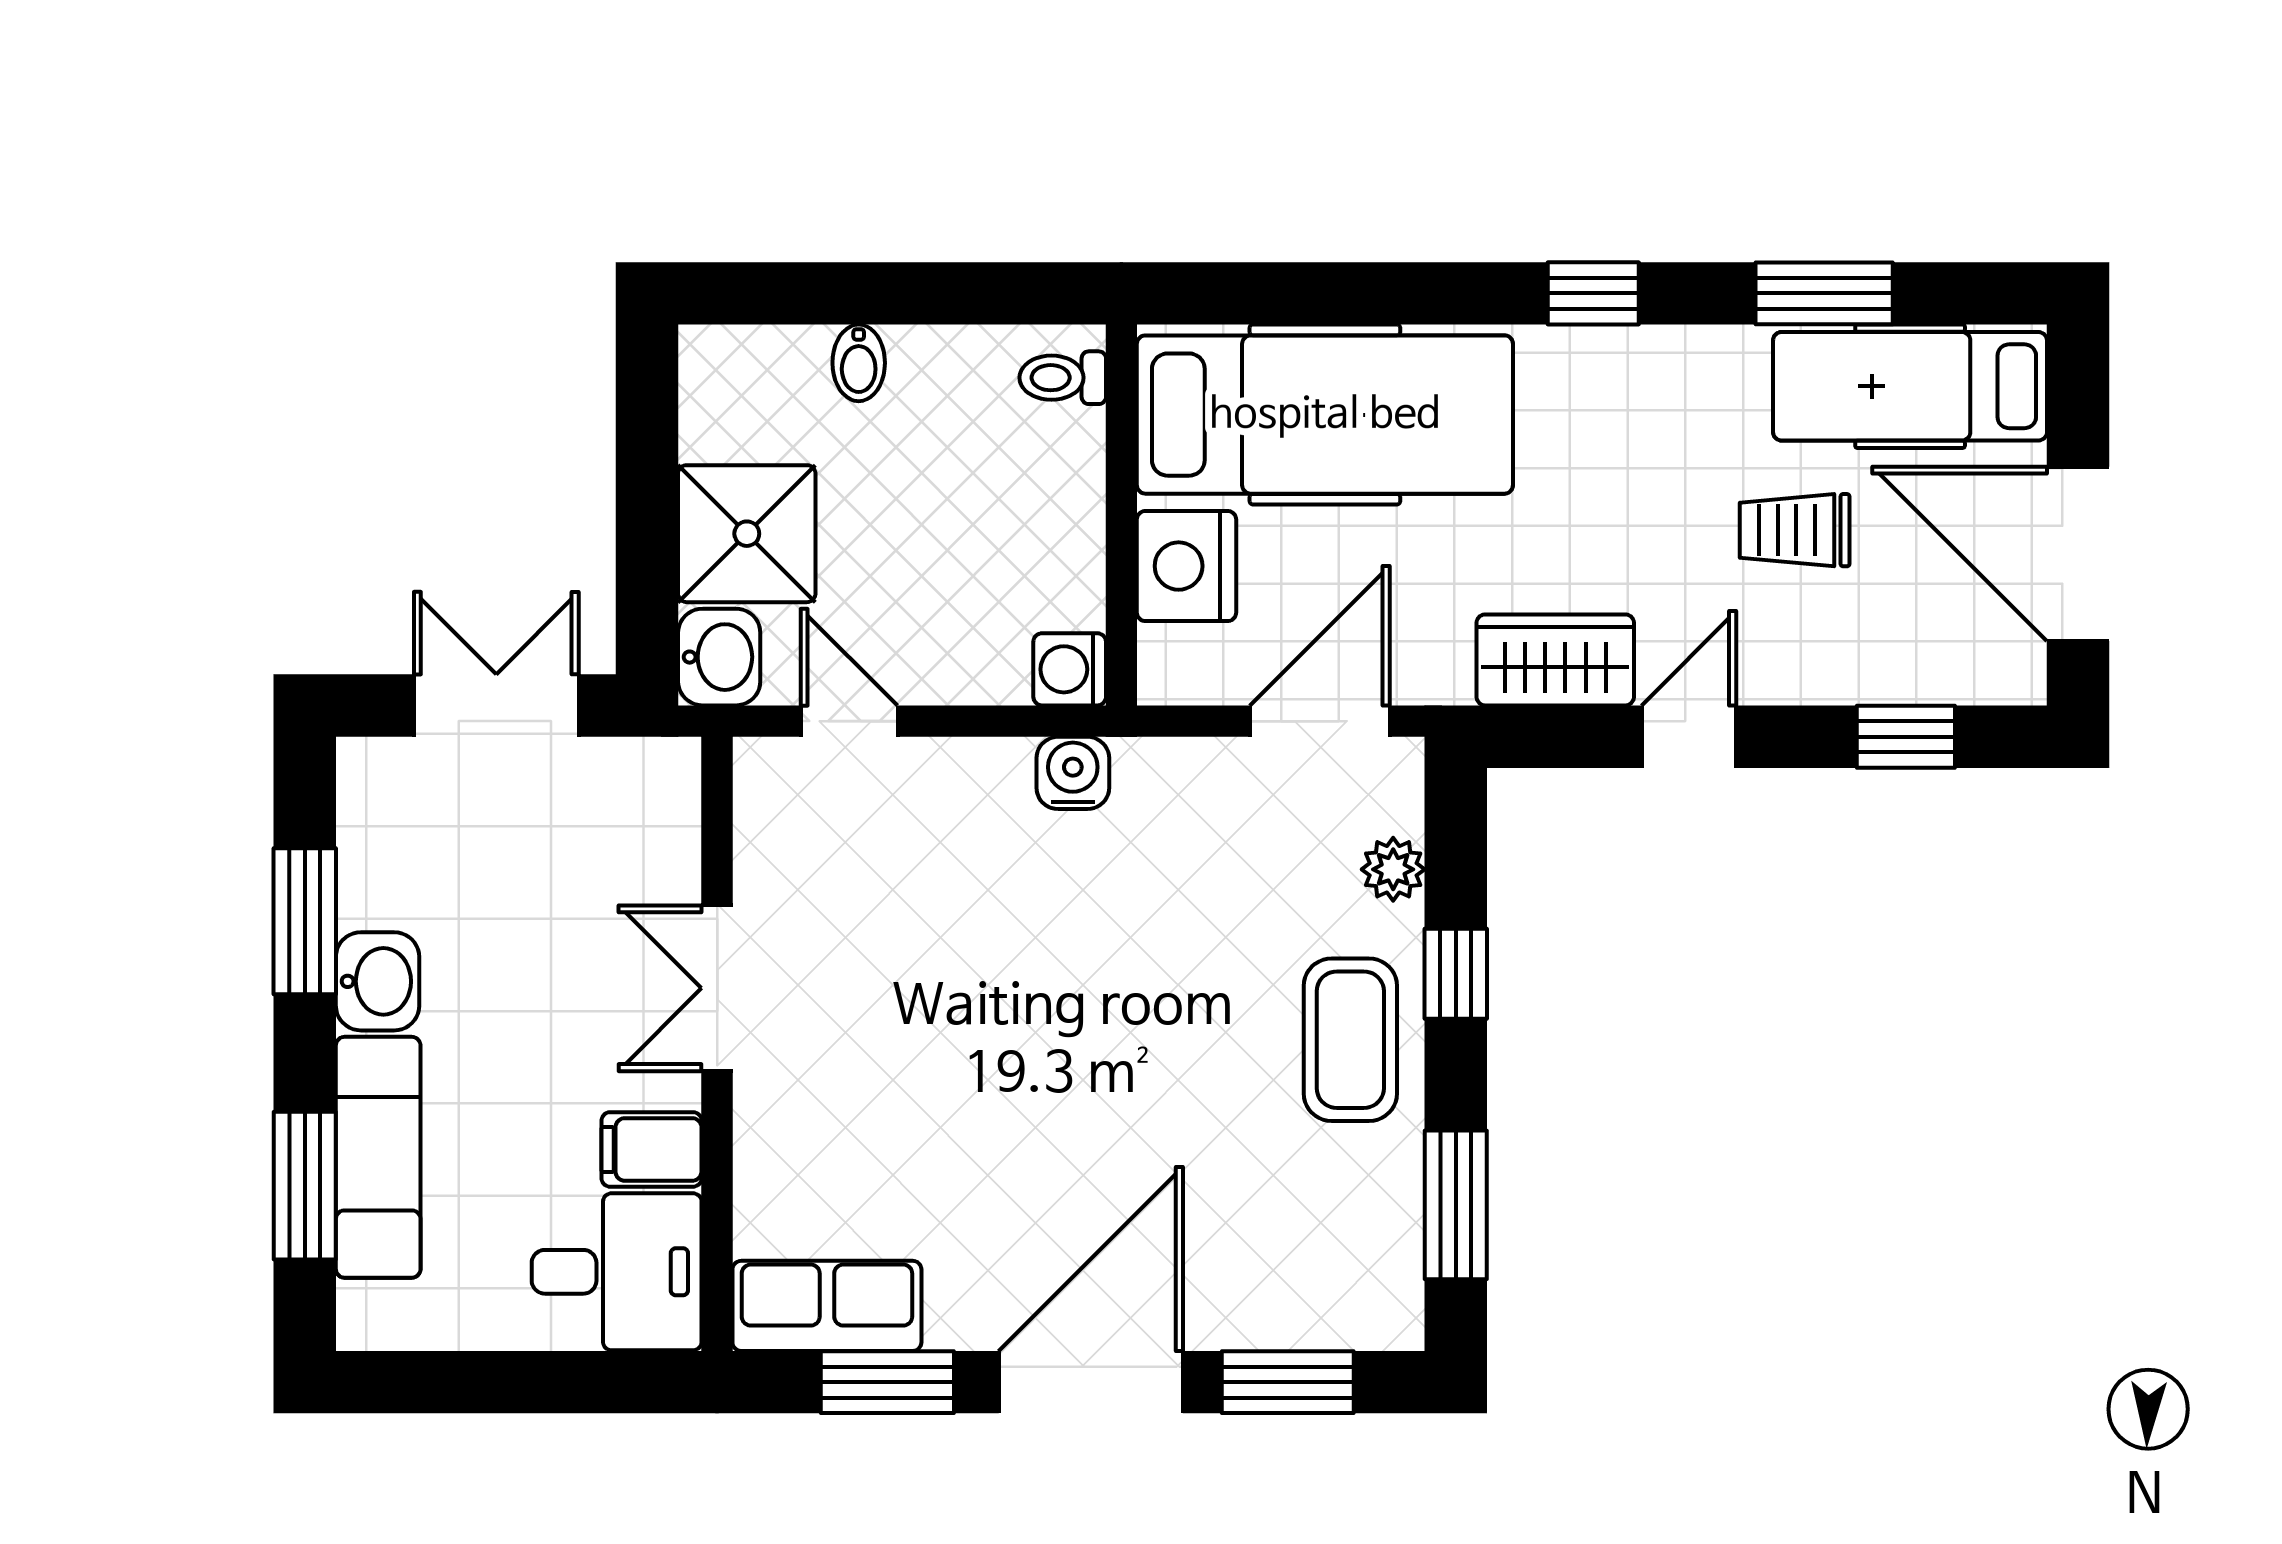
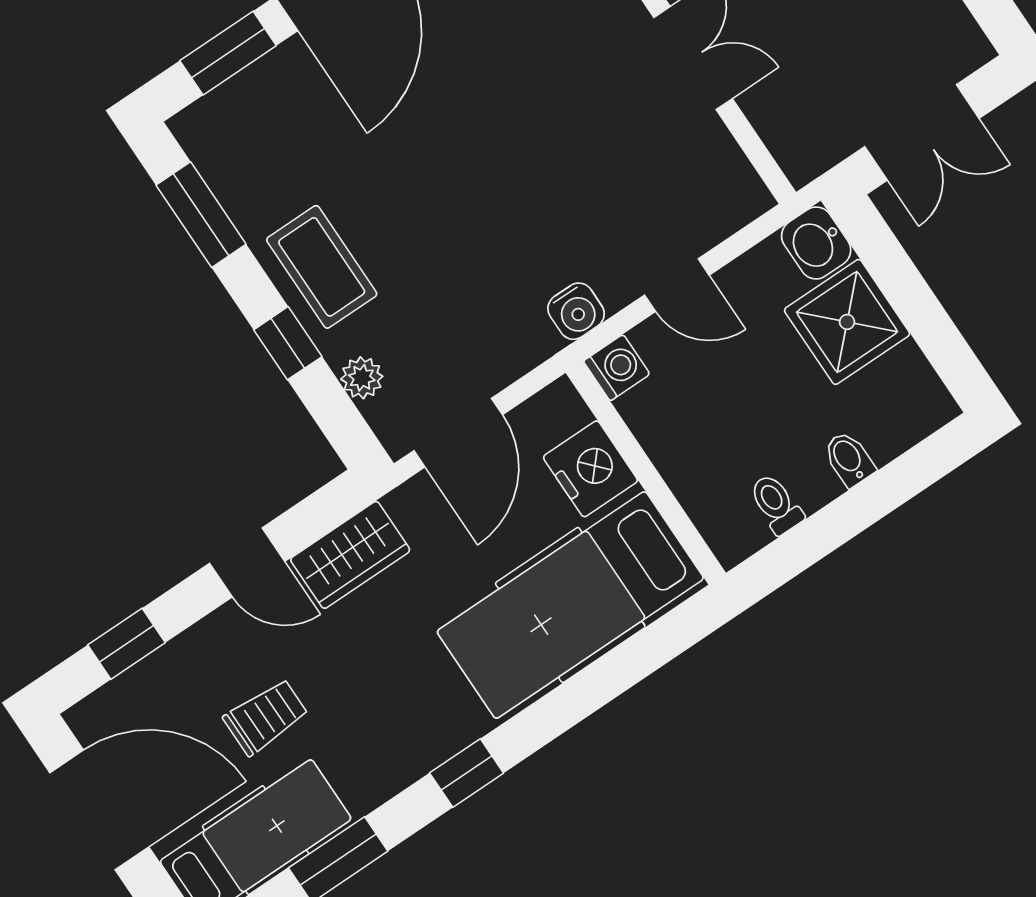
toilet: (1063, 378) -> (776, 504), moved, turned -90
door: (849, 721) -> (677, 285), moved
door: (1689, 737) -> (247, 562), hinge flipped

